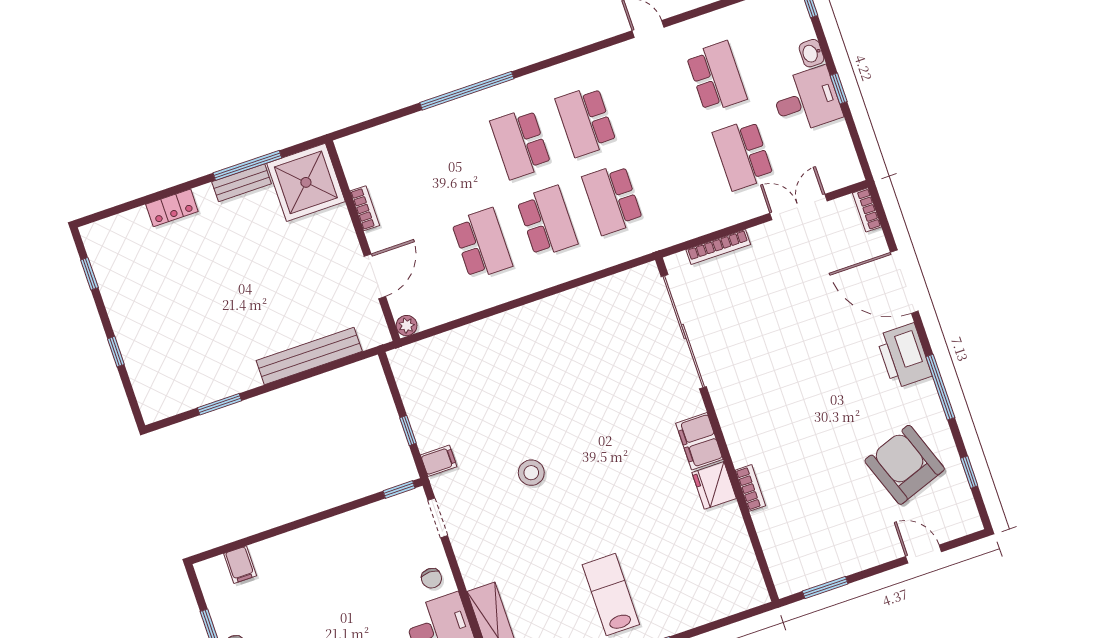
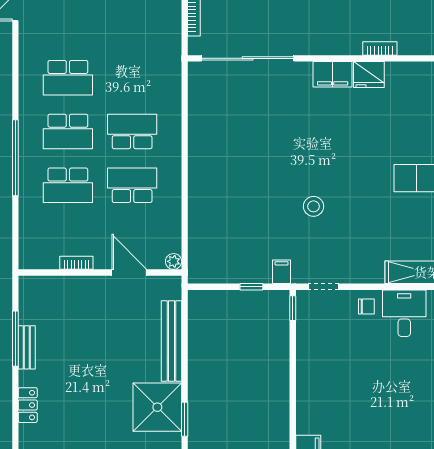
shower: (306, 182) -> (157, 407), moved
school desk: (612, 199) -> (68, 185), moved

